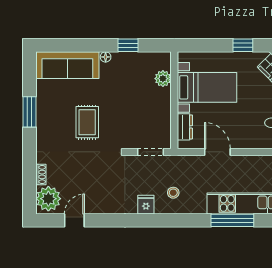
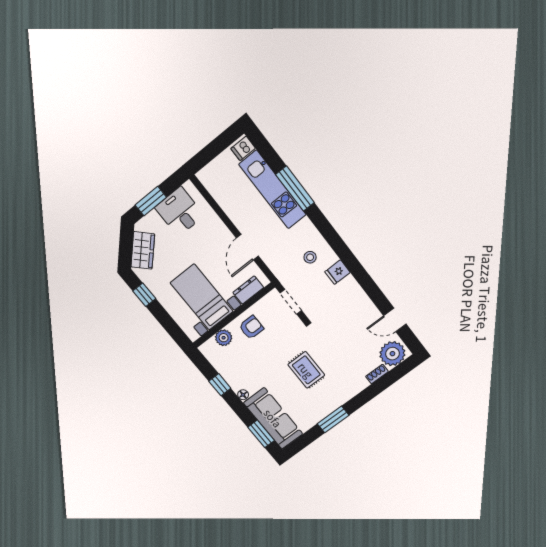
window: (62, 45) -> (261, 434), added
armchair: (154, 106) -> (251, 327), added
rug: (87, 122) -> (306, 370), turned 90

